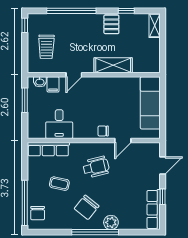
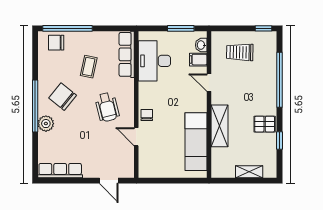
shelving: (155, 25) -> (249, 172), moved
exam couch: (150, 103) -> (196, 142), moved, turned -90
desk: (59, 124) -> (154, 61), width x1.37
window: (163, 197) -> (74, 181), removed

